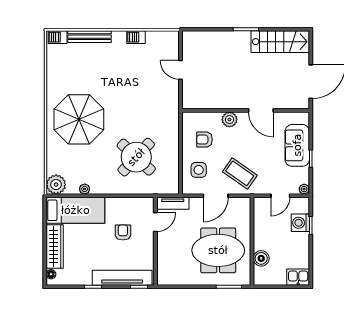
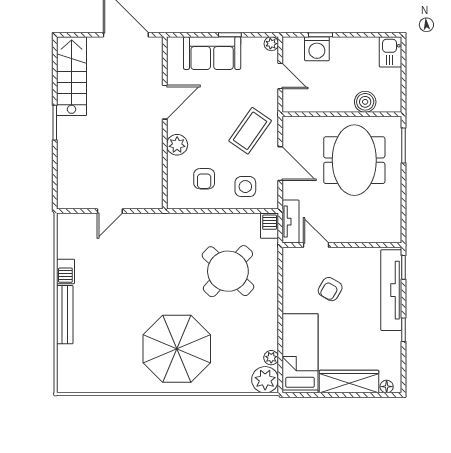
barbecue: (58, 37) -> (270, 226), moved, turned 180
bench: (90, 37) -> (65, 315), moved
plant: (85, 189) -> (271, 358), moved
armchair: (123, 233) -> (330, 289), turned -60

